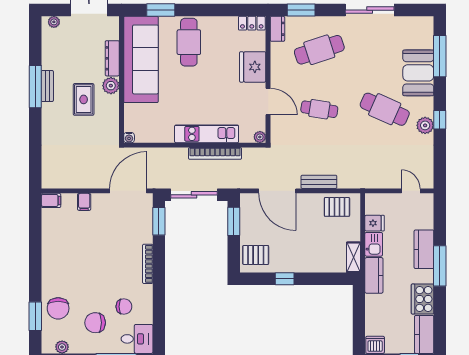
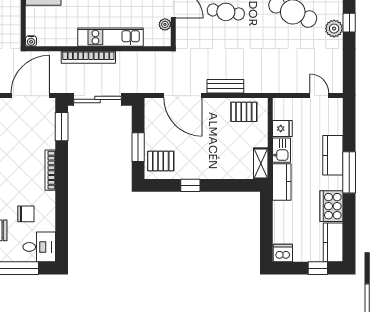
plant: (260, 137) -> (165, 24), moved
bookcase: (215, 153) -> (88, 57), moved
window: (234, 221) -> (138, 147), moved

